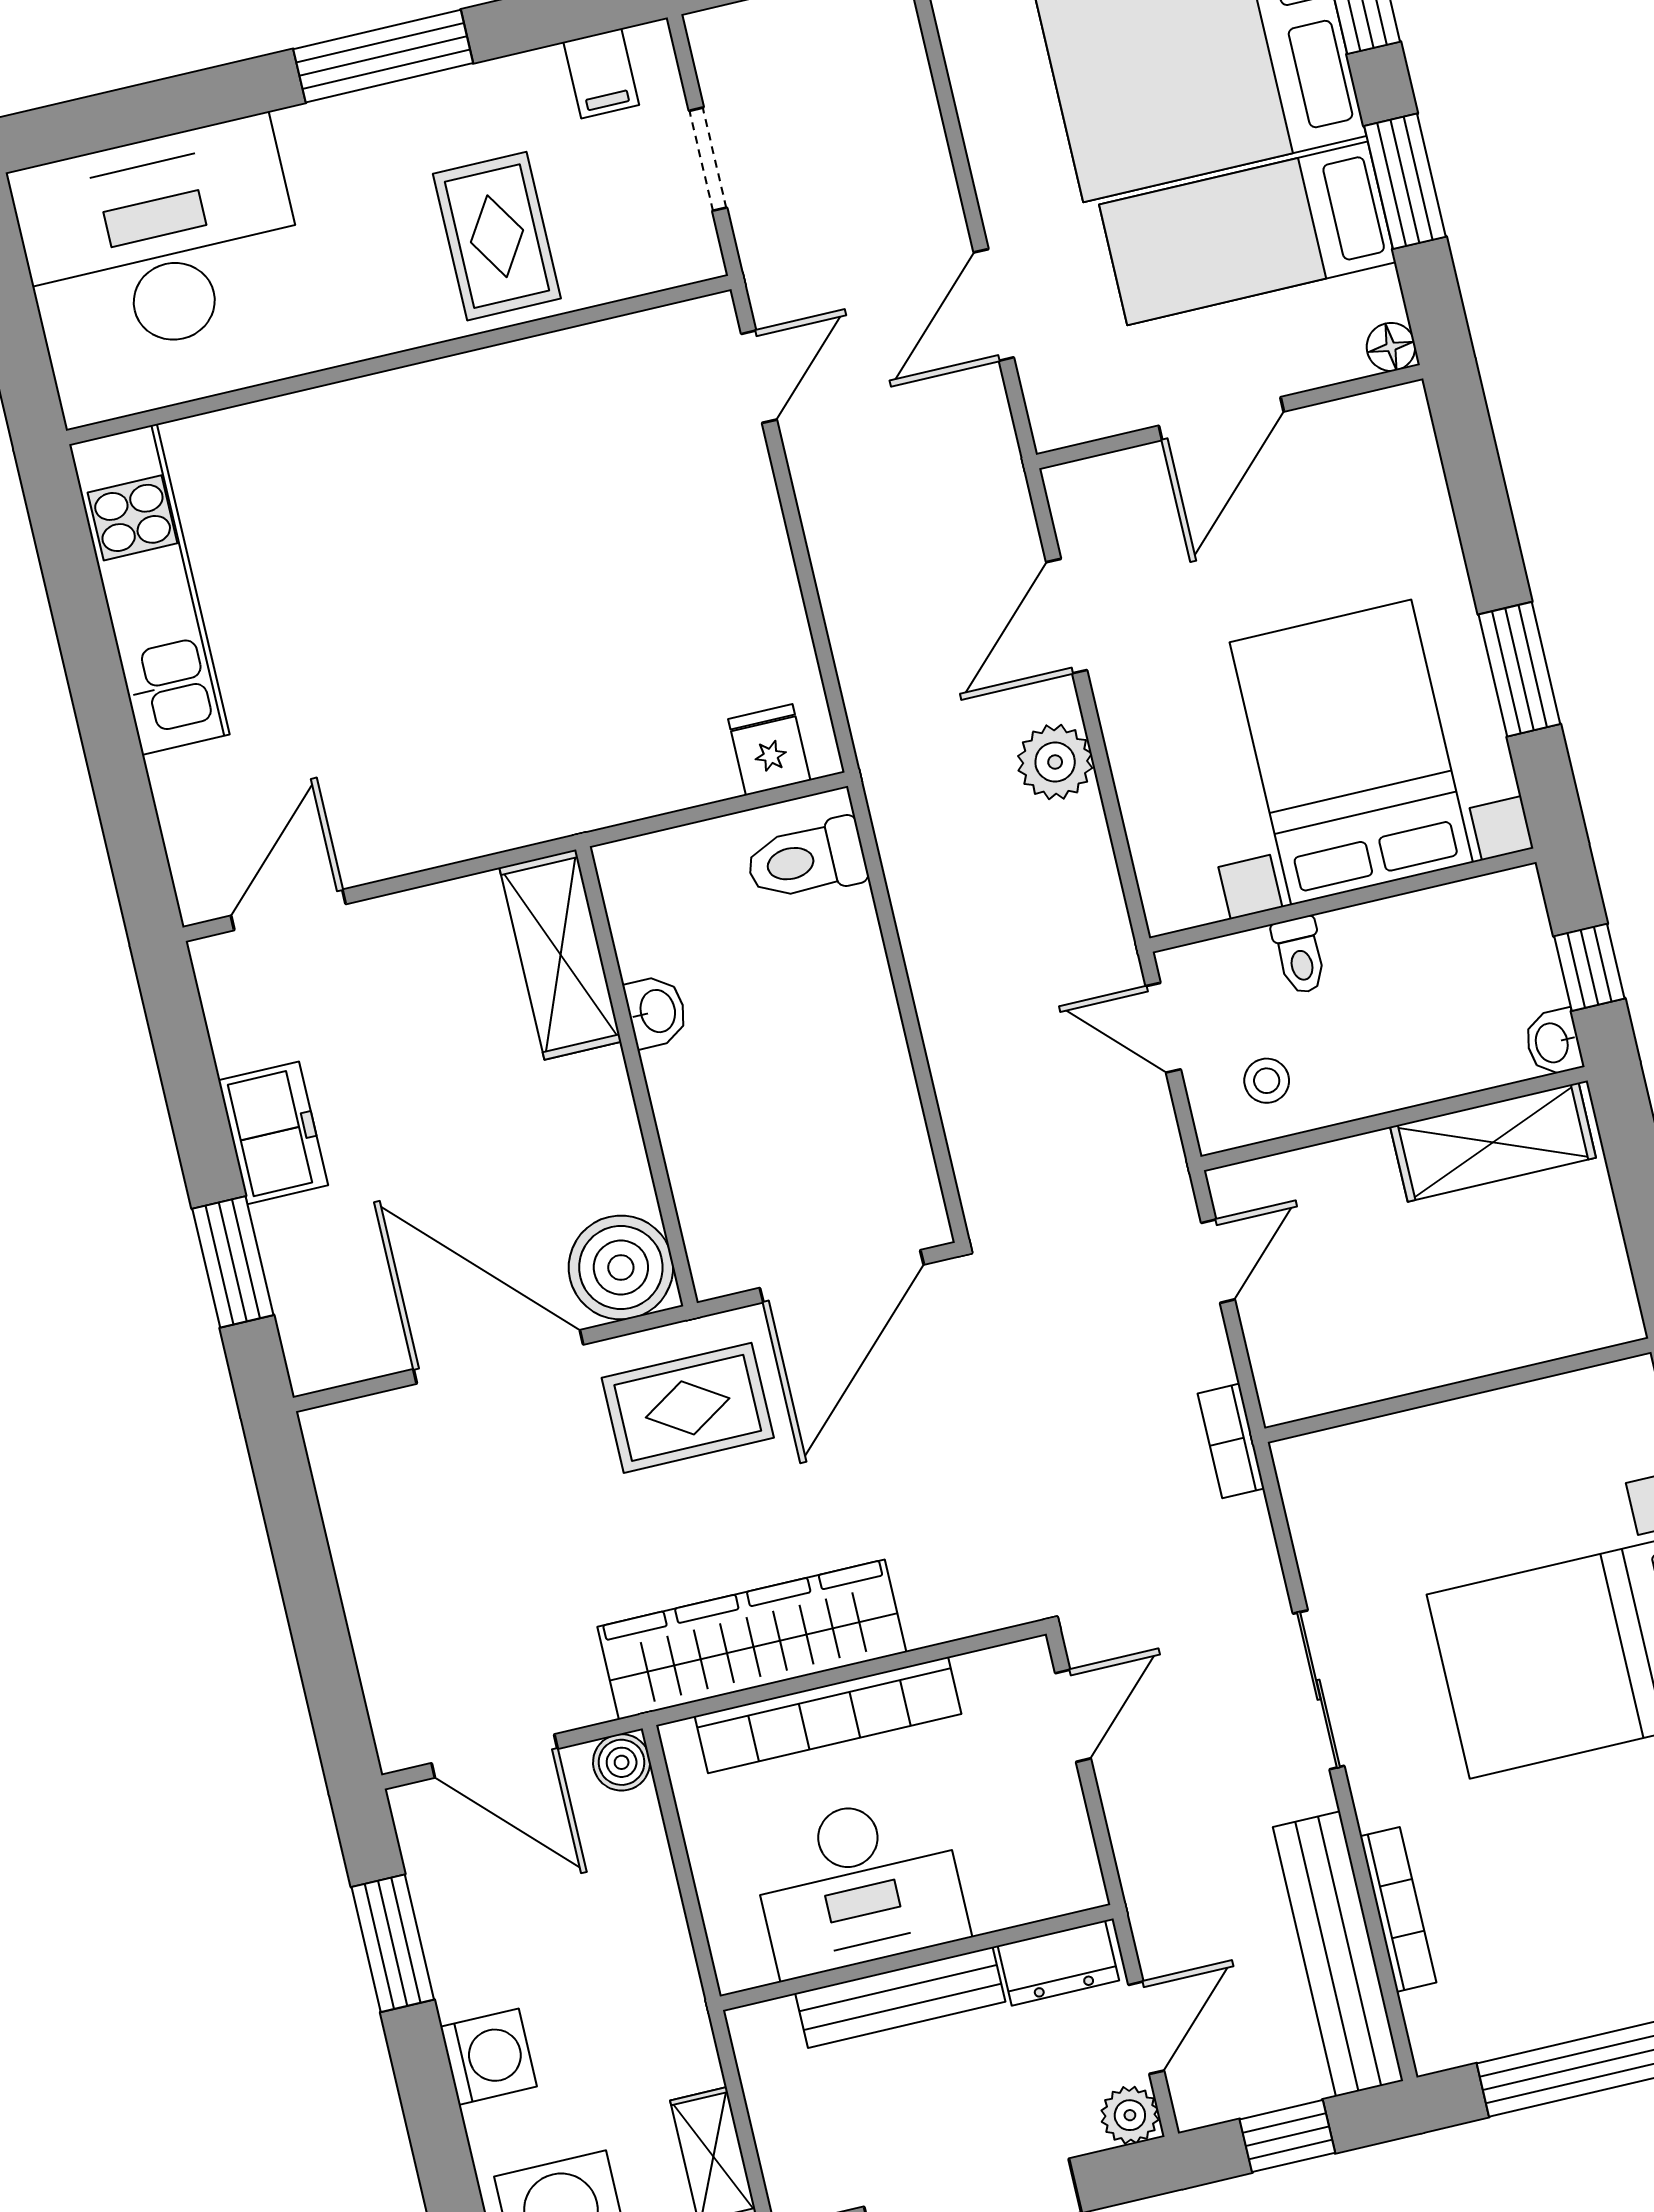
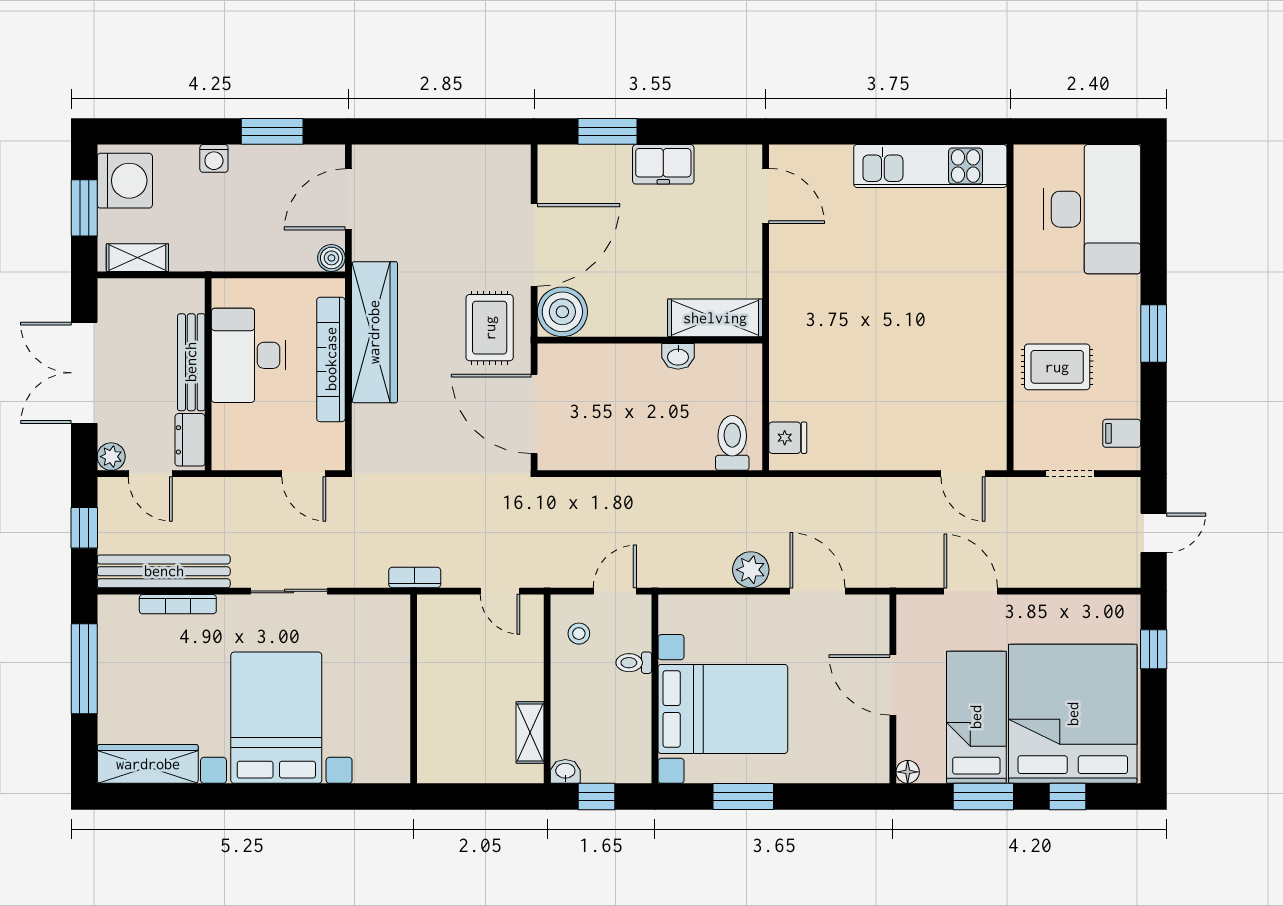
window: (383, 56) -> (1154, 333), width x0.69
shelving: (1493, 1142) -> (530, 732), width x0.67, depth x0.75
washing machine: (489, 2057) -> (214, 158), width x0.73, depth x0.73

